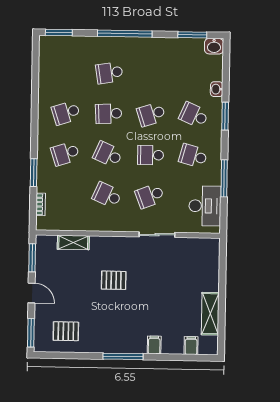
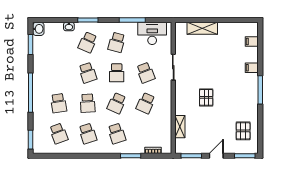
school desk: (67, 72) -> (59, 134), added
shelving: (210, 314) -> (202, 28), moved

